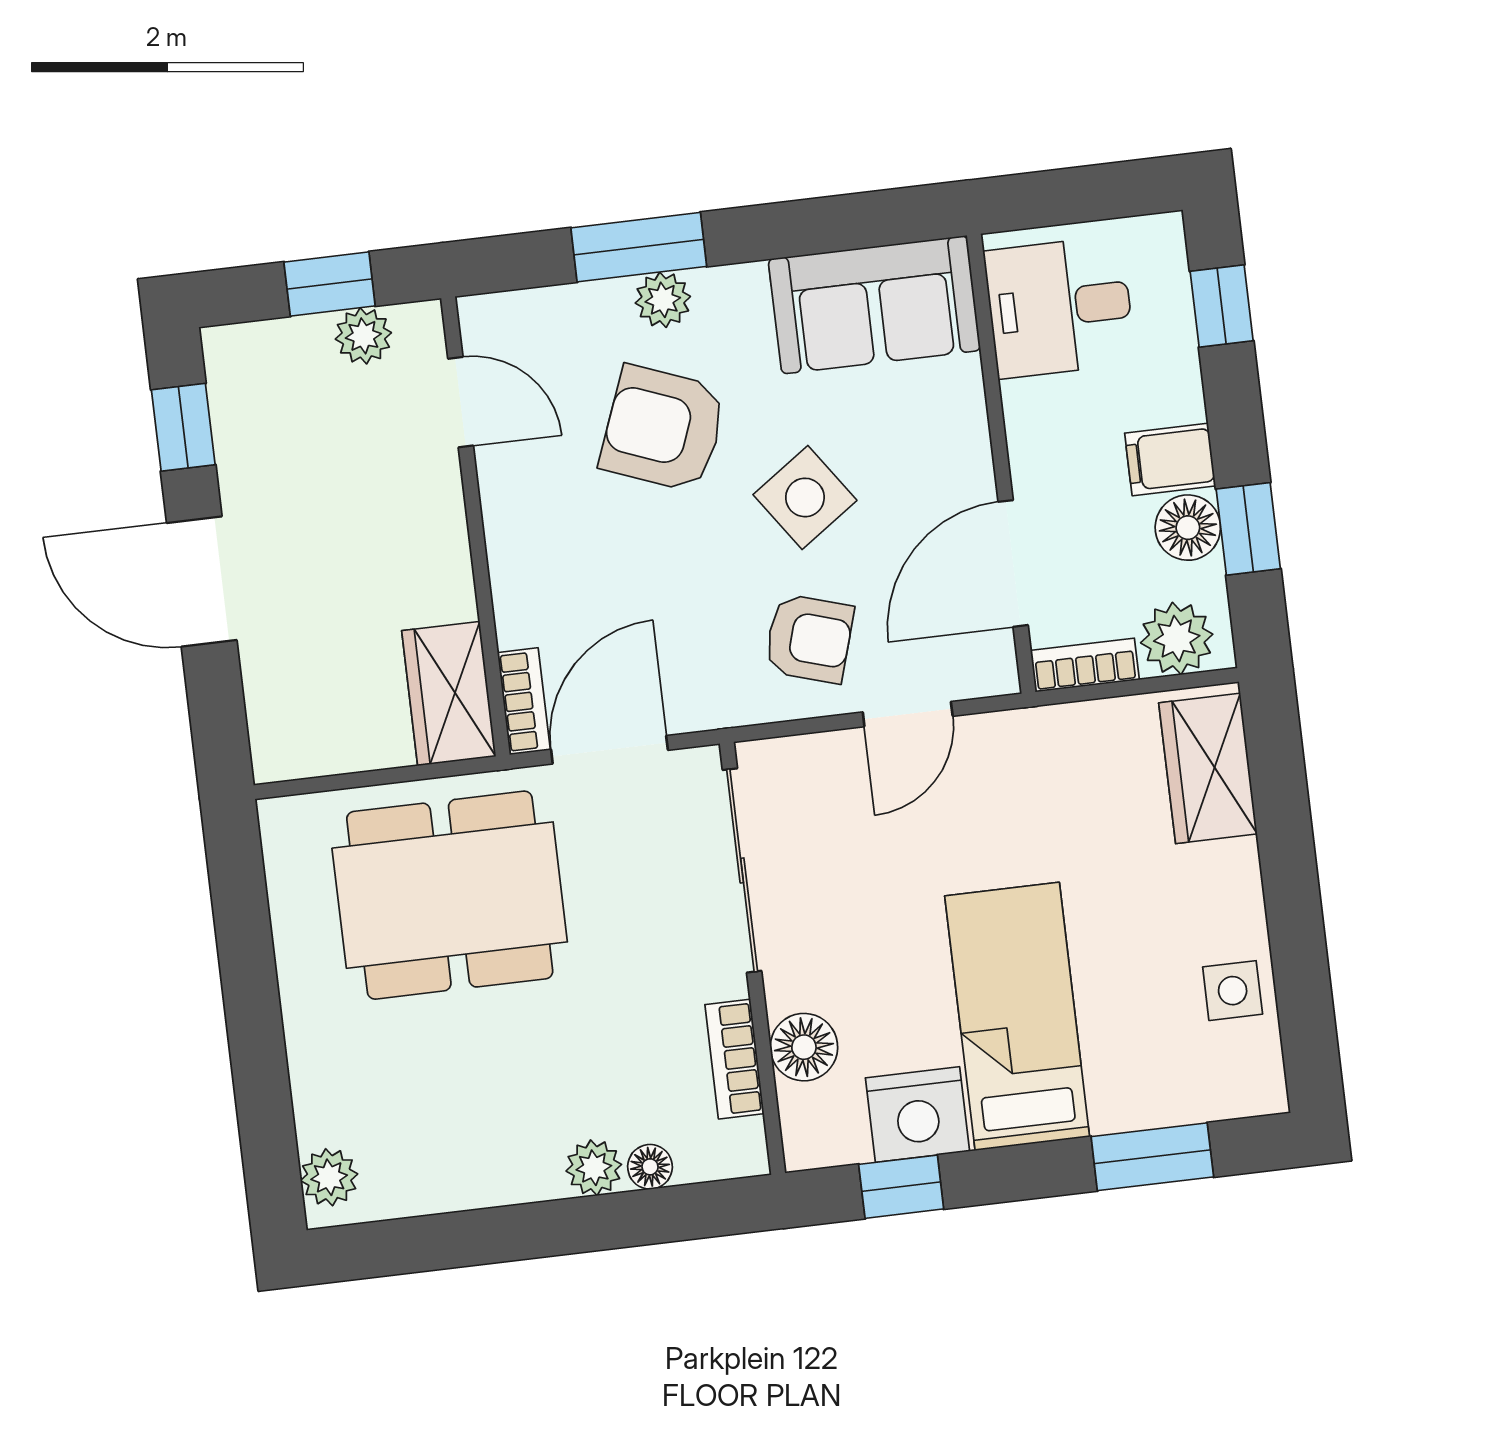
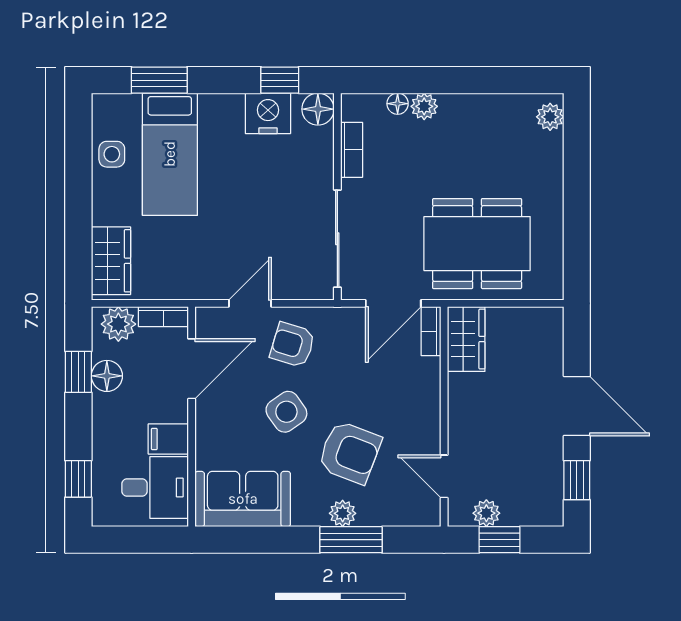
filing cabinet: (1170, 459) -> (168, 439), moved, turned 180
bed: (1017, 1016) -> (170, 154), moved
floor lamp: (804, 1047) -> (318, 109), moved

